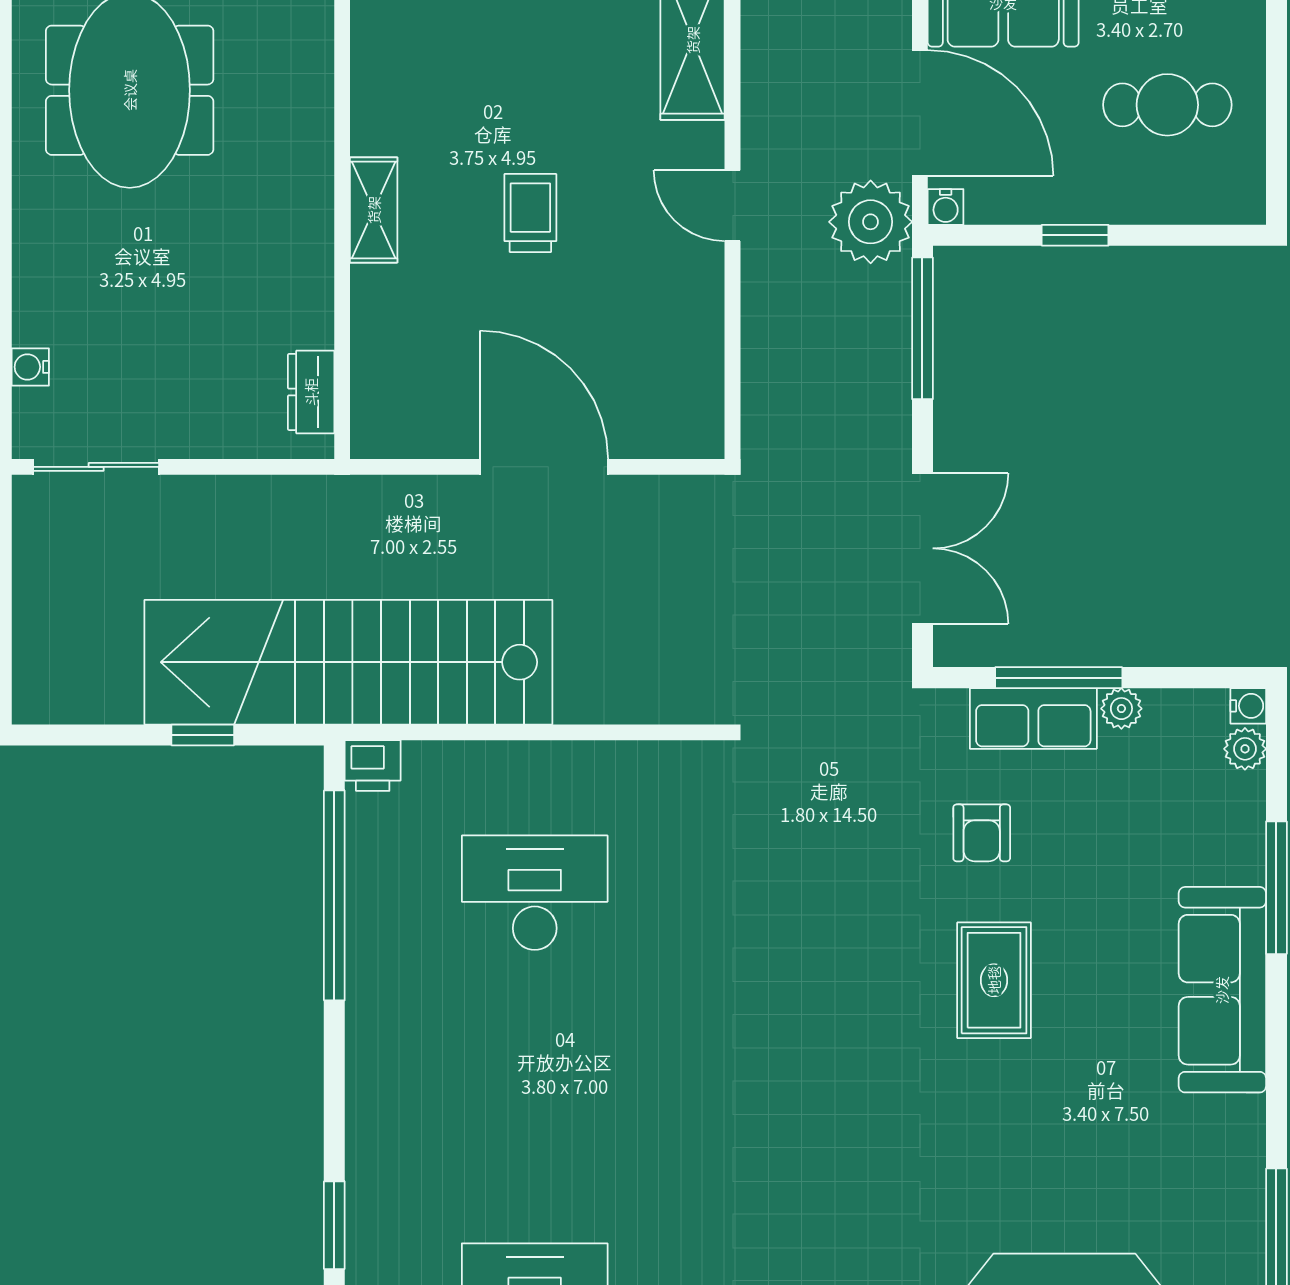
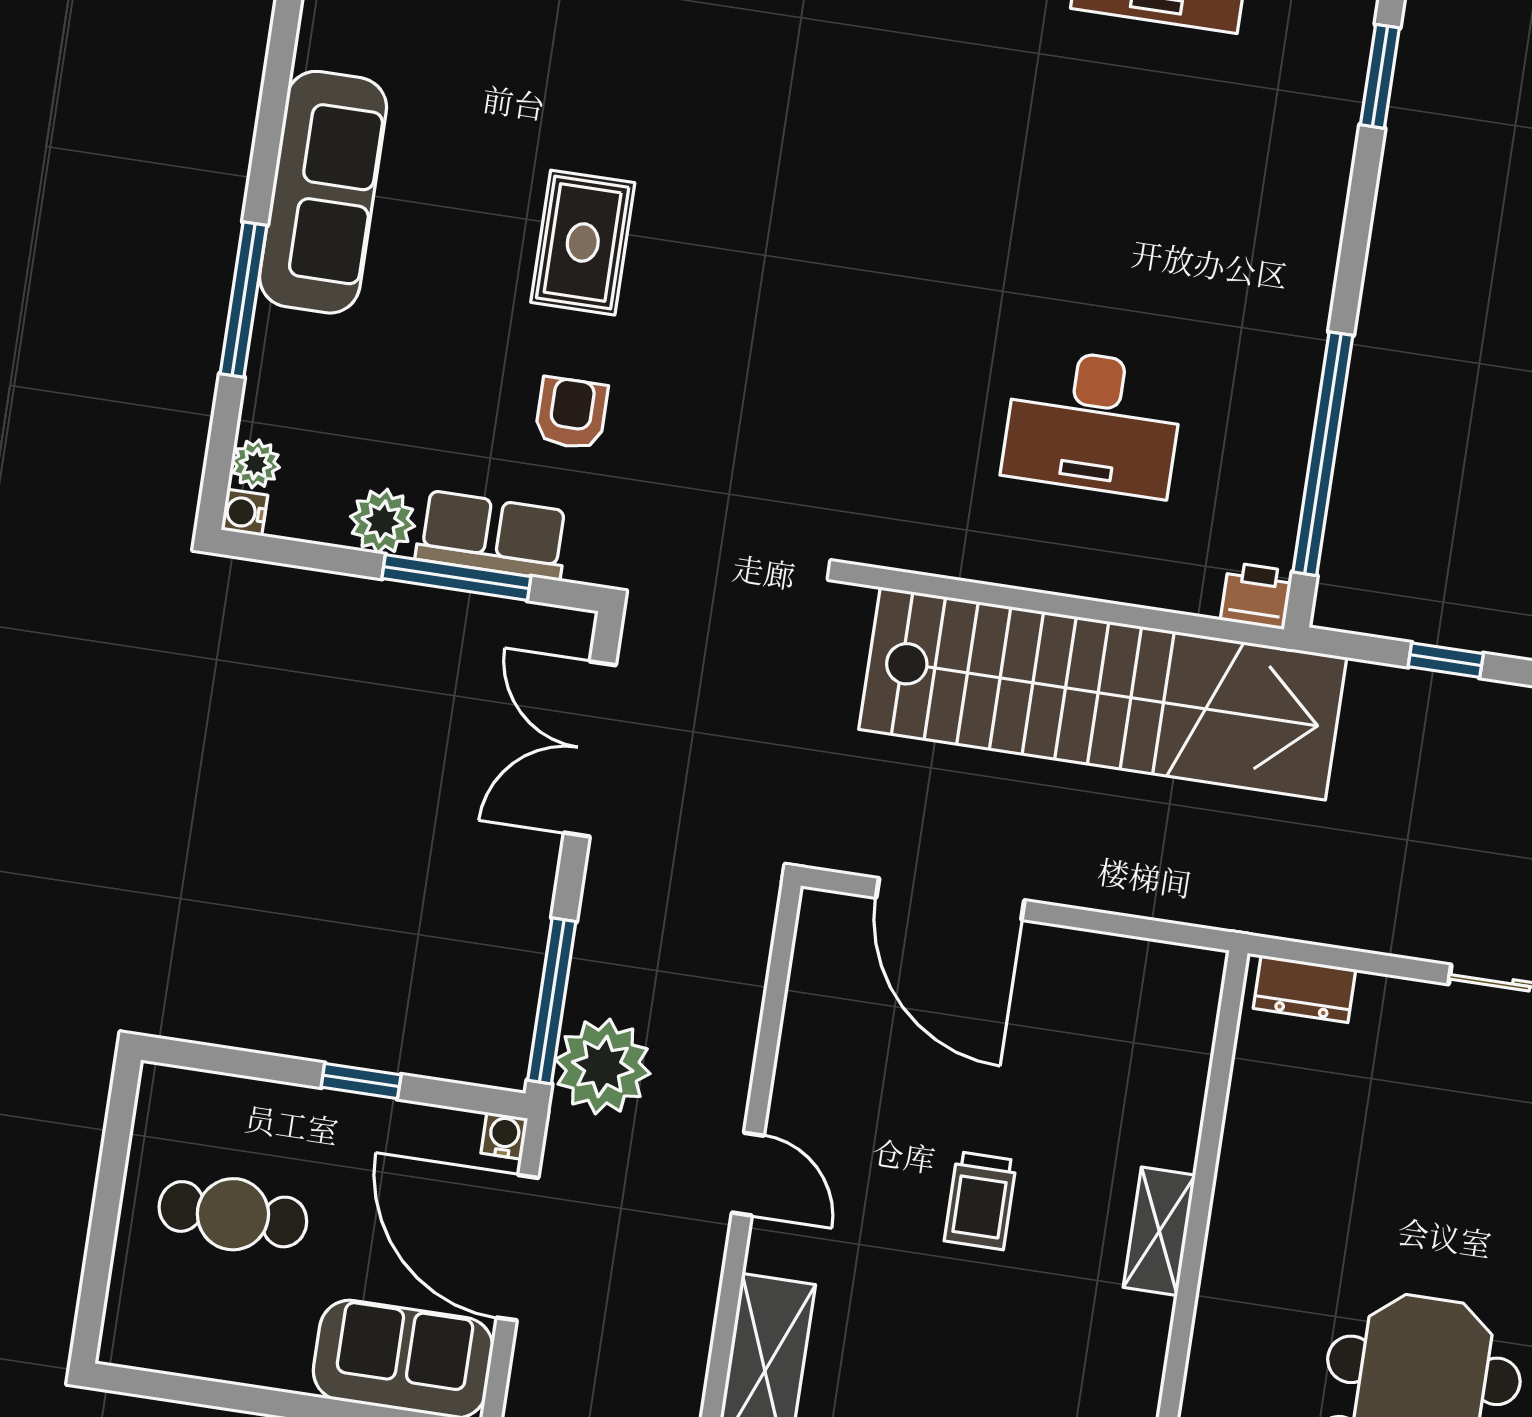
plant: (871, 222) -> (603, 1067), moved
dresser: (311, 392) -> (1305, 989), moved, turned 90
door: (544, 467) -> (950, 899), moved
stairs: (348, 662) -> (1103, 693), moved
plant: (1121, 709) -> (382, 521), width x1.38, depth x1.38

